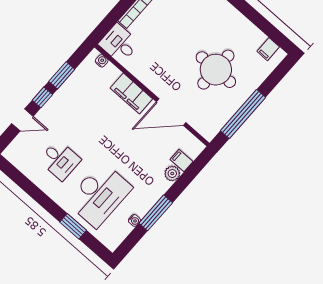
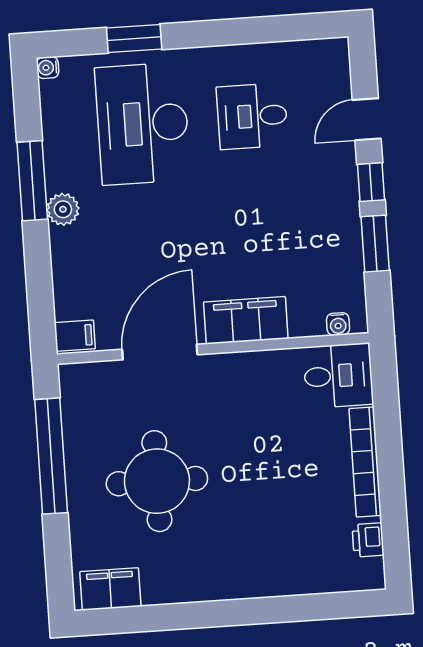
filing cabinet: (268, 49) -> (110, 589), width x2.00
filing cabinet: (182, 161) -> (75, 336), moved
plant: (172, 174) -> (63, 209), moved
water cooler: (134, 220) -> (48, 68), moved

